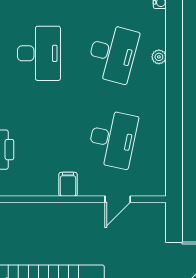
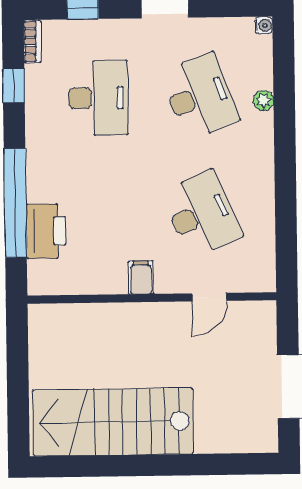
desk: (113, 53) -> (200, 97), turned -36
desk: (113, 139) -> (201, 214), turned -36

